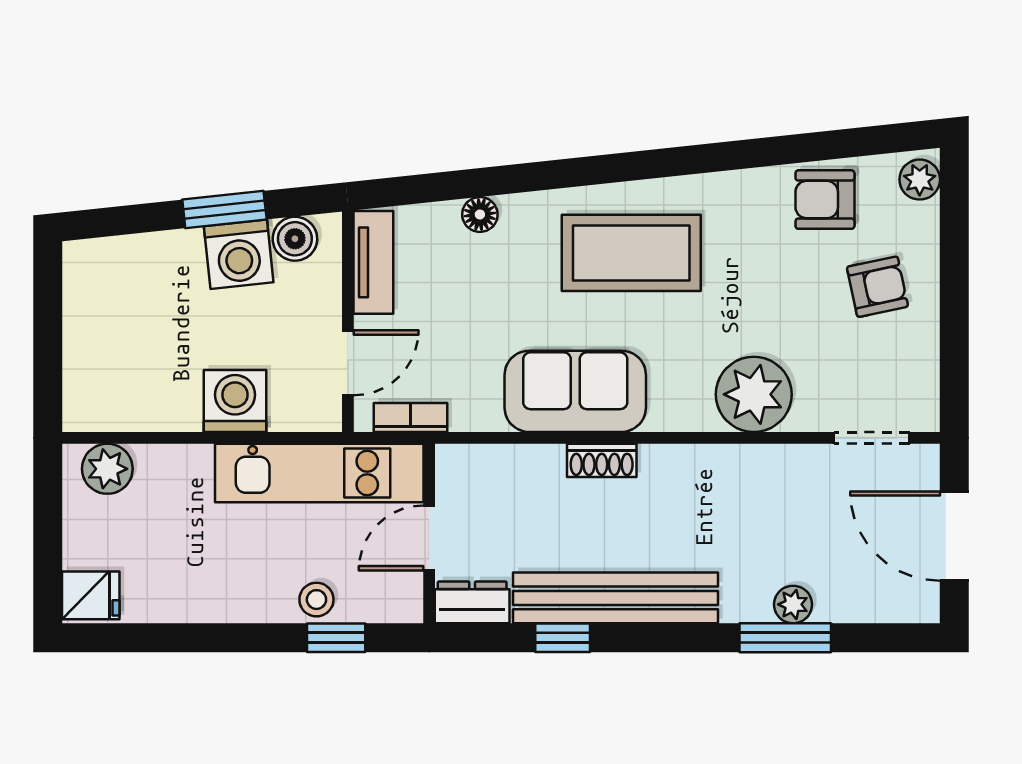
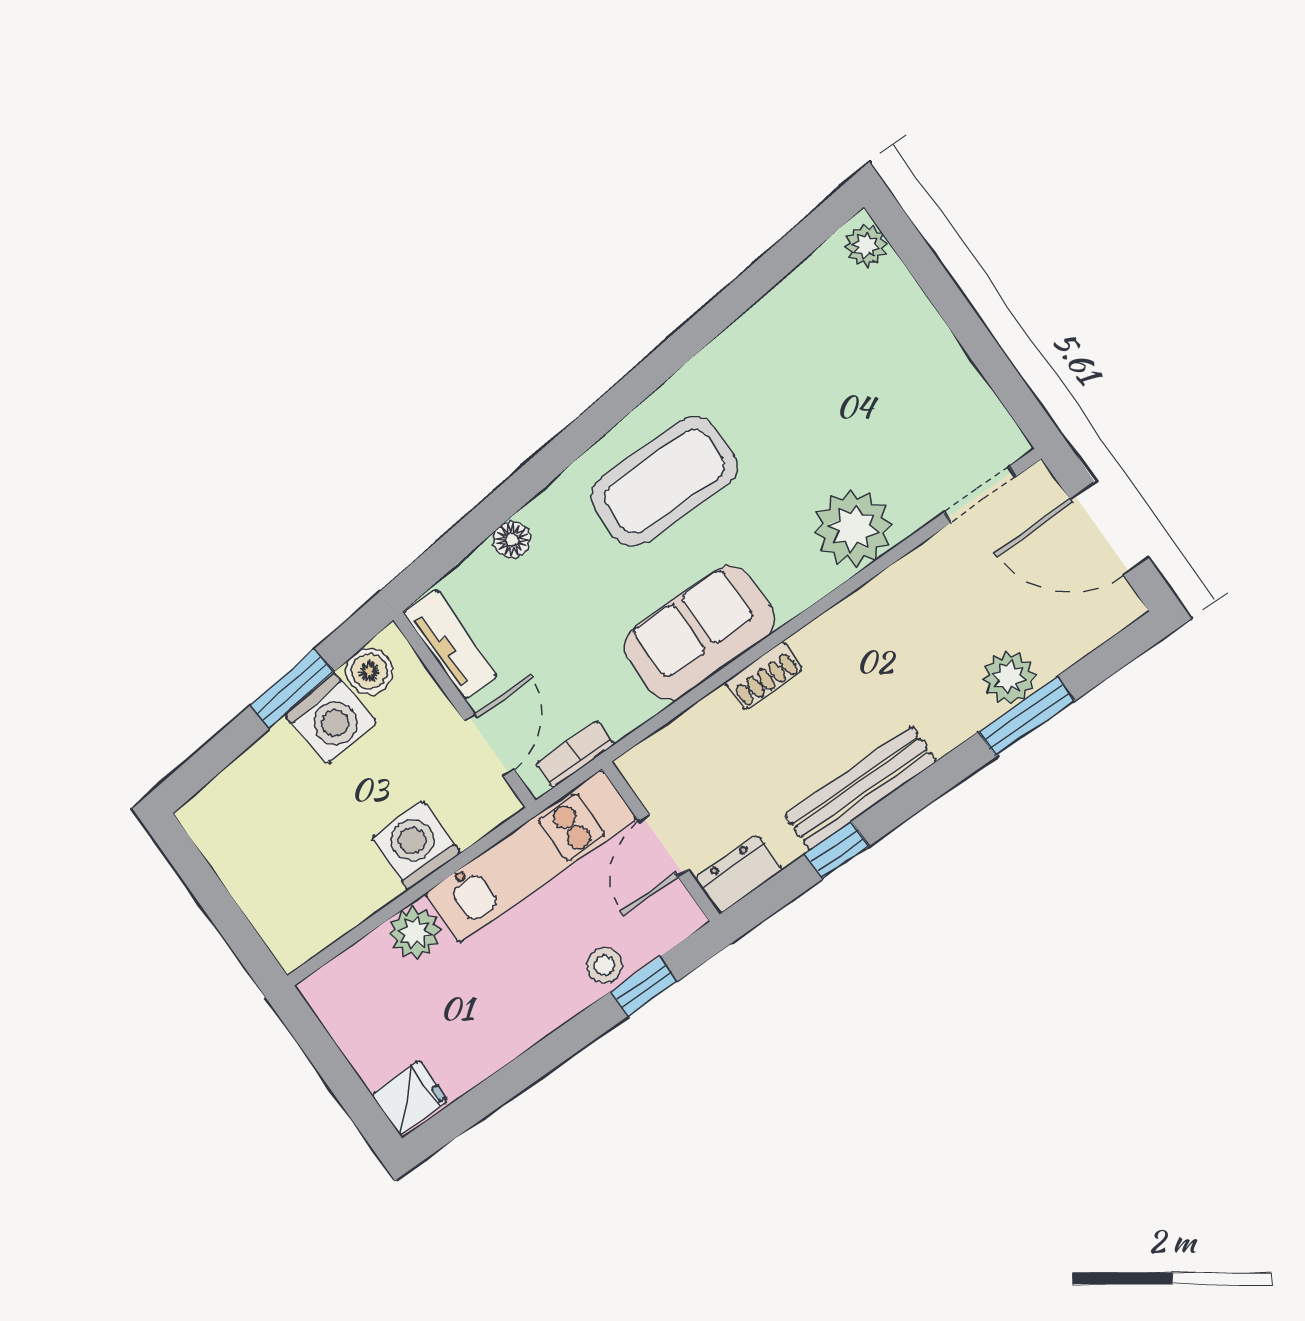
armchair: (825, 200) -> (797, 320), removed
armchair: (877, 287) -> (894, 362), removed
plant: (107, 469) -> (415, 933), moved
bench: (616, 598) -> (861, 788), width x0.73, depth x0.82
plant: (793, 604) -> (1009, 677), width x1.38, depth x1.38

